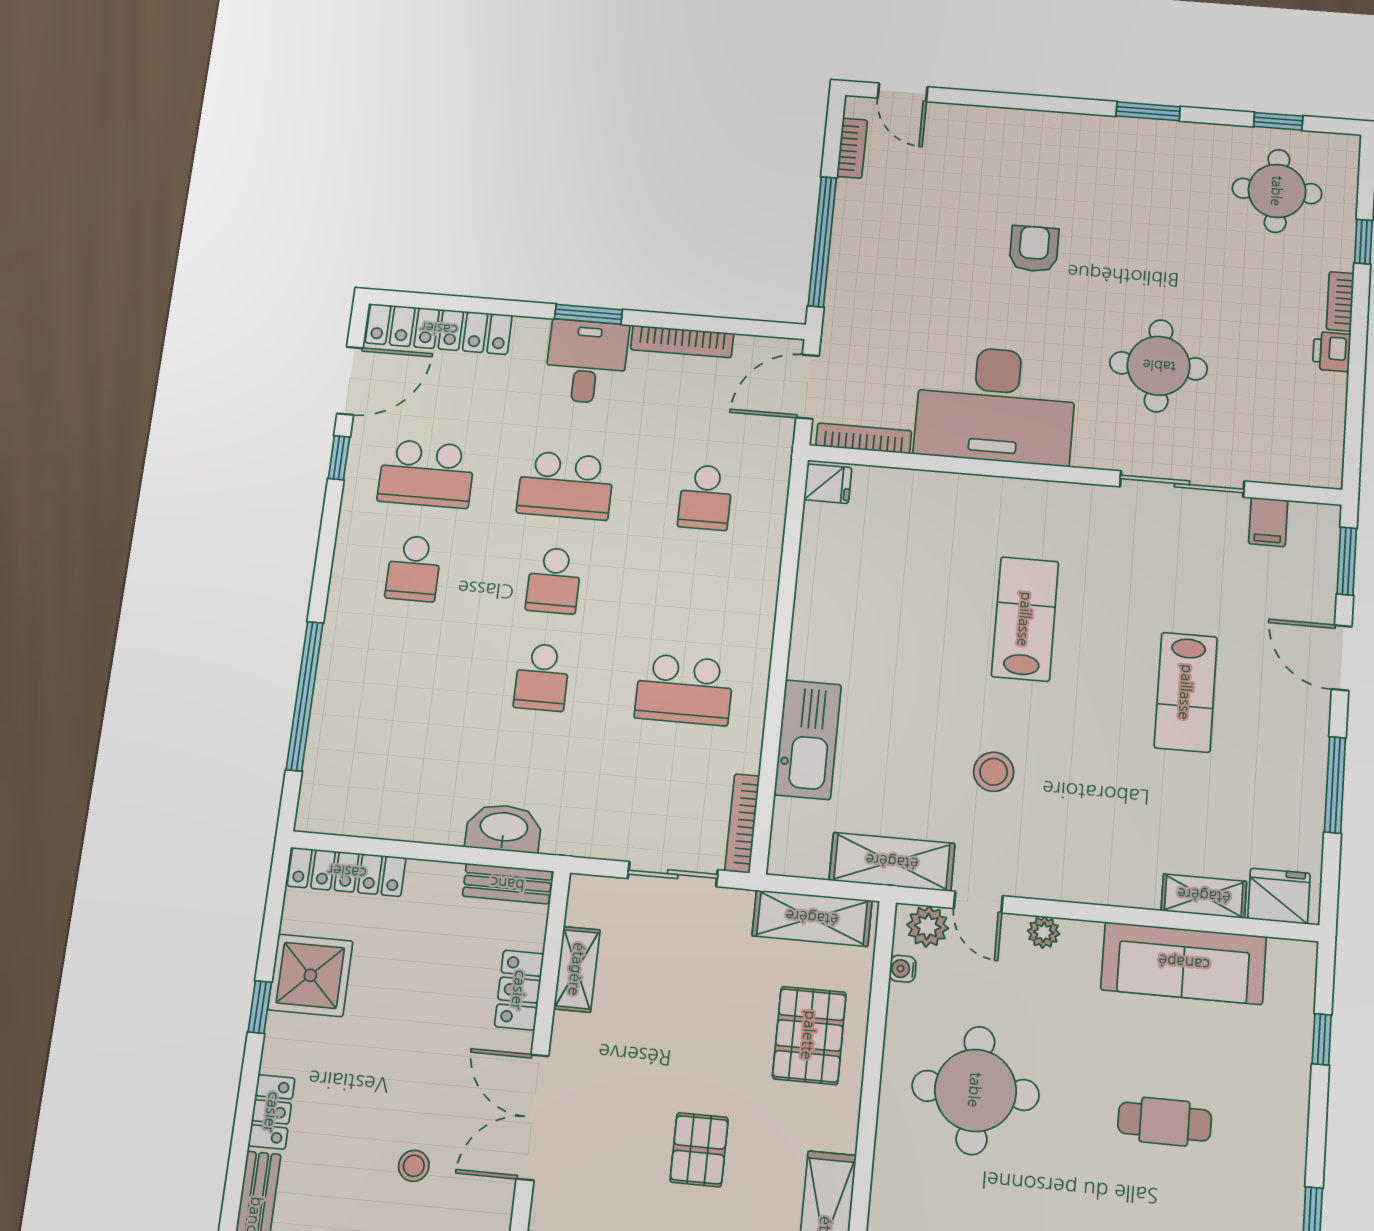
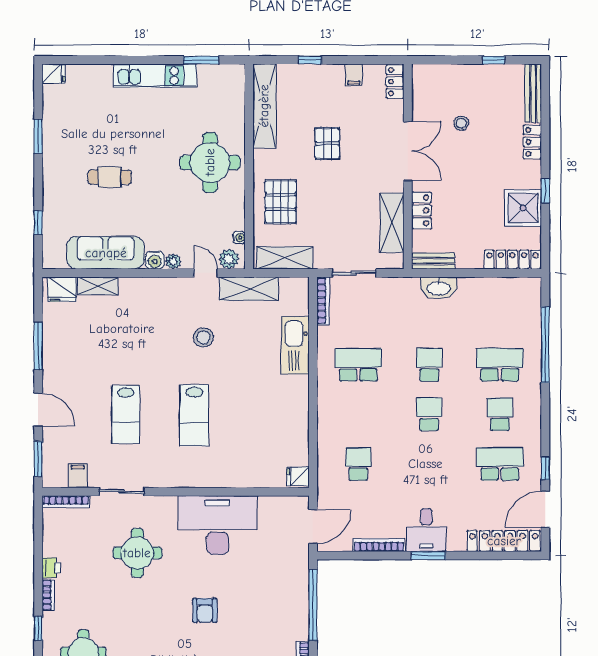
bookcase: (864, 438) -> (66, 502), moved
sliding door: (1182, 484) -> (122, 492), width x0.73
school desk: (566, 485) -> (500, 365), moved
lab bench: (1186, 692) -> (126, 415), moved, turned 180
water cooler: (1082, 939) -> (155, 260), added
shelving: (577, 969) -> (392, 223), width x1.50, depth x1.33
round table: (975, 1090) -> (210, 162), moved

